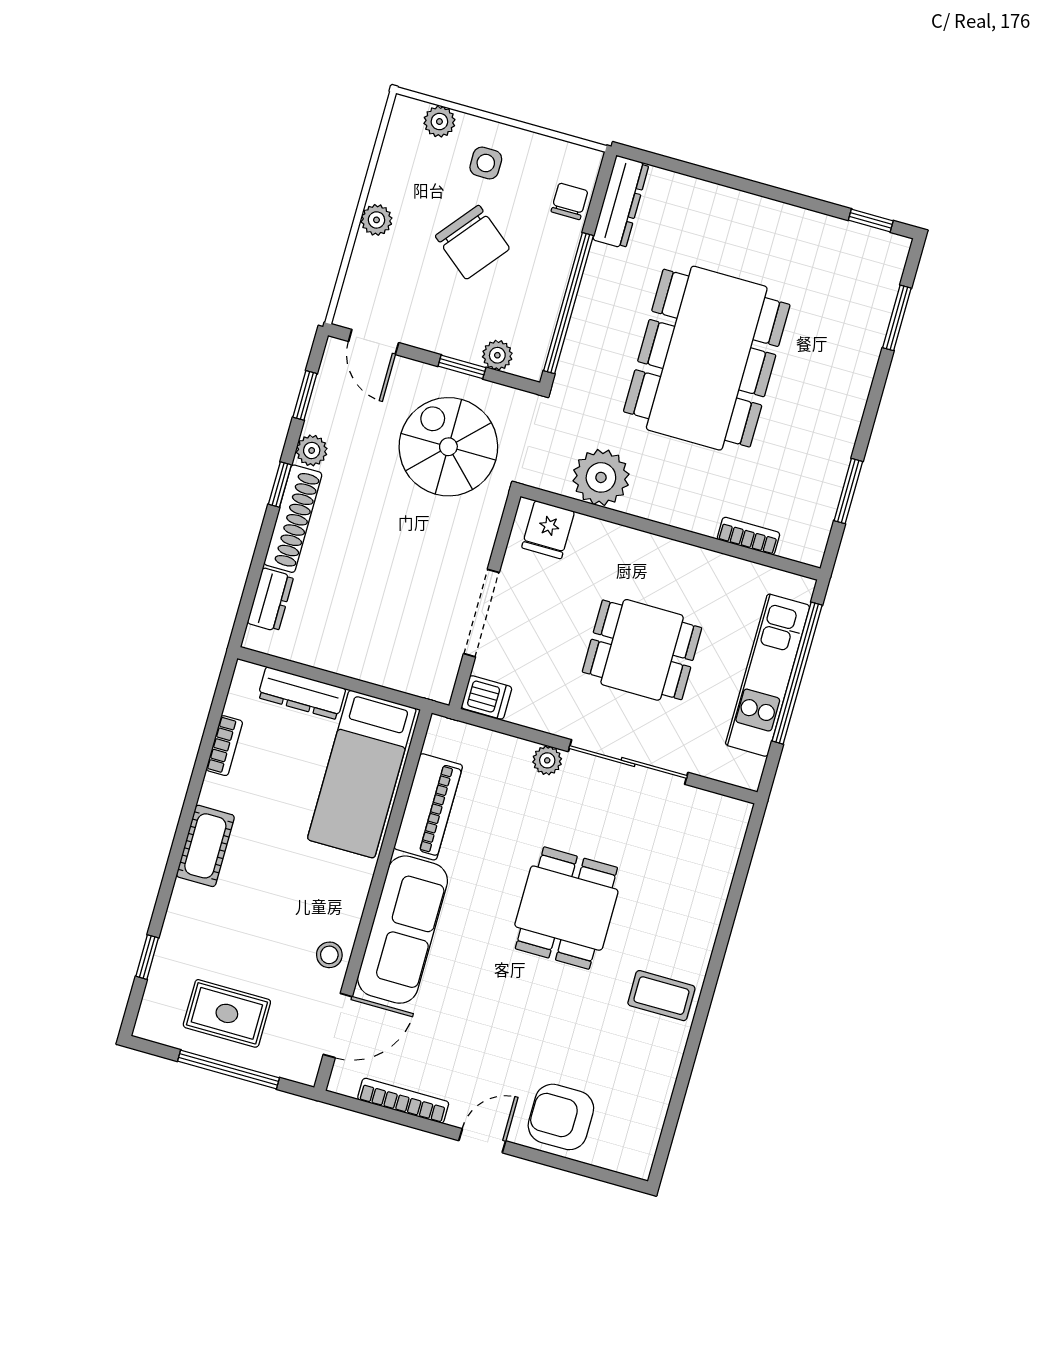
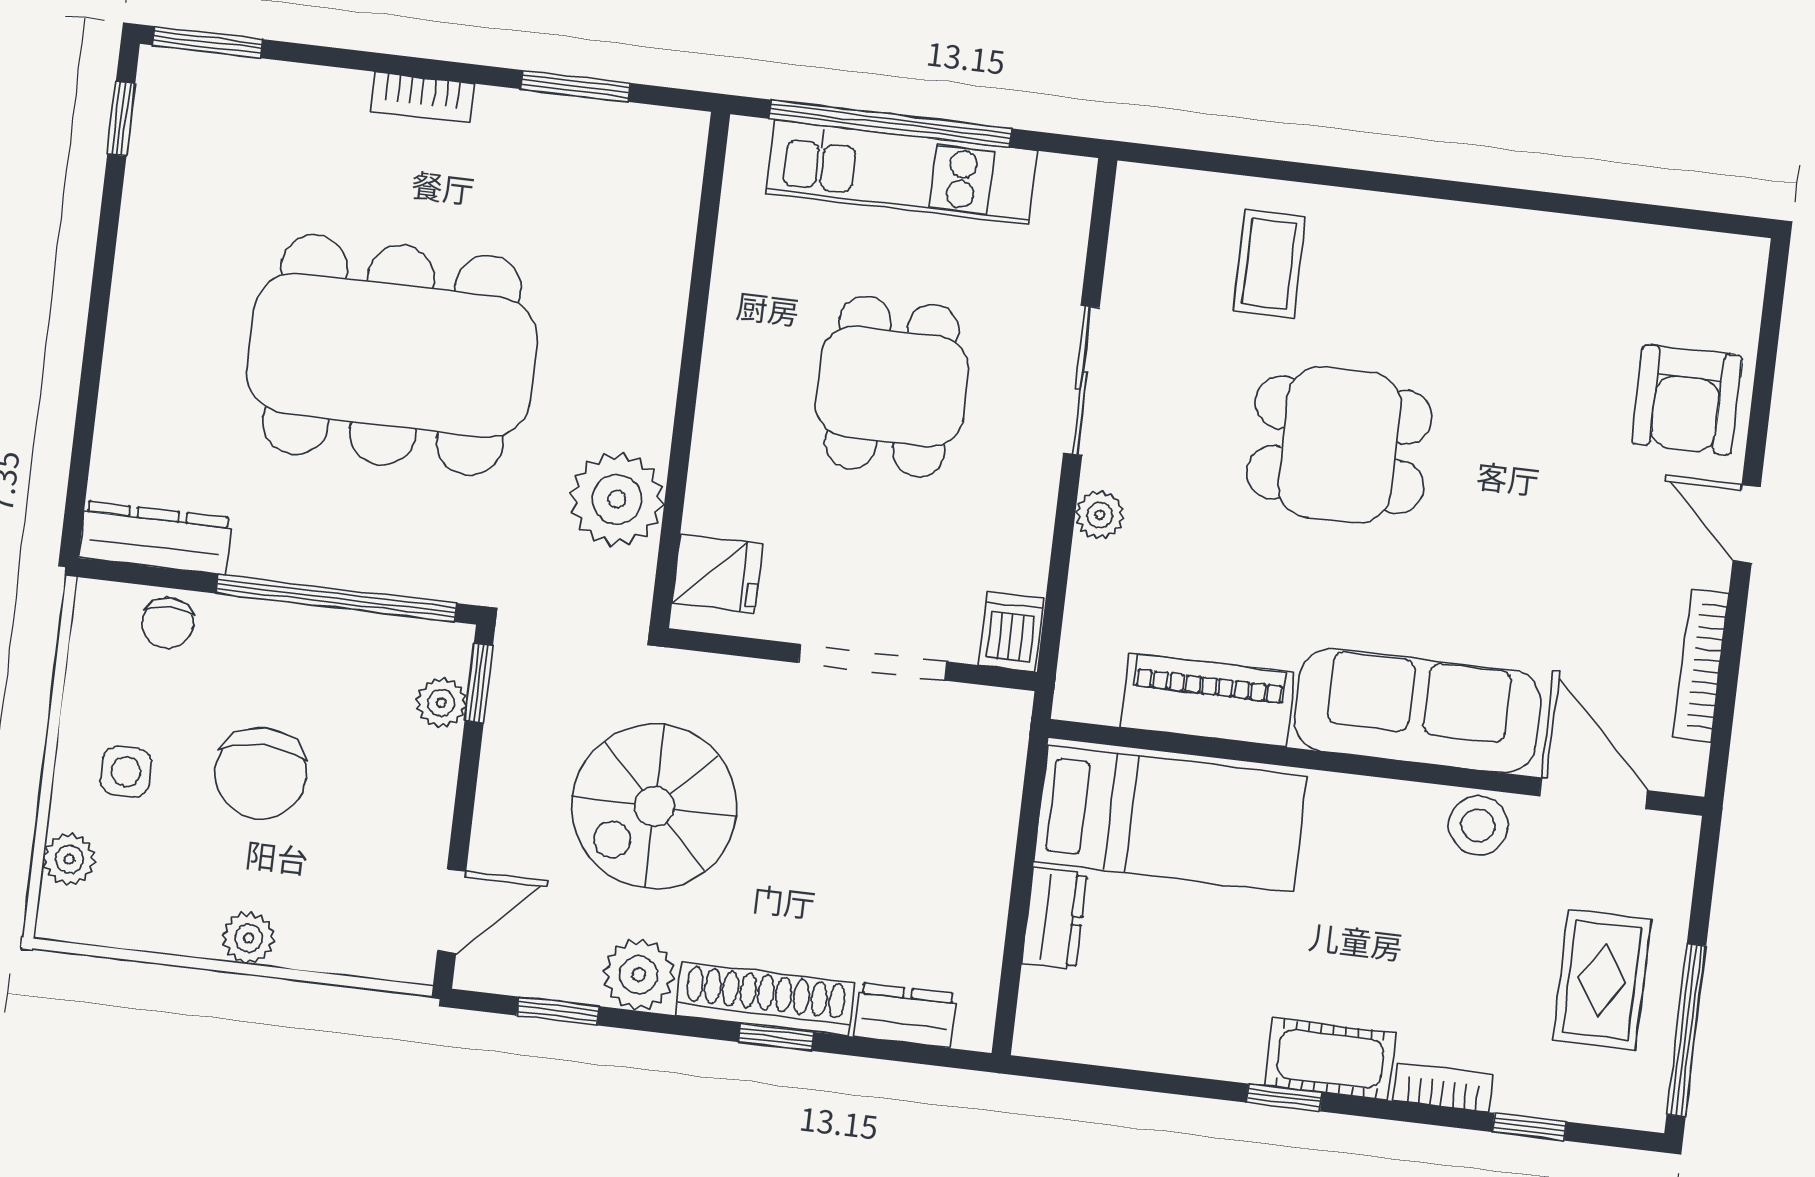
chair: (569, 201) -> (168, 623), turned -90
chair: (472, 242) -> (261, 773), turned 141
window: (897, 318) -> (208, 42), moved
window: (462, 367) -> (479, 683), moved
spiral stairs: (448, 447) -> (654, 806), moved
plant: (312, 450) -> (639, 975), width x1.38, depth x1.38
window: (280, 485) -> (776, 1037), moved
bookcase: (748, 536) -> (422, 98), moved, turned -90
dresser: (302, 693) -> (1054, 918), width x0.70
bookcase: (224, 746) -> (1443, 1088), moved
sliding door: (628, 762) -> (1081, 380), width x0.73
window: (187, 815) -> (1284, 1098), added
stool: (329, 955) -> (1478, 825), width x1.37, depth x1.37
coffee table: (661, 996) -> (1269, 264), moved
window: (229, 1069) -> (1686, 1030), moved

